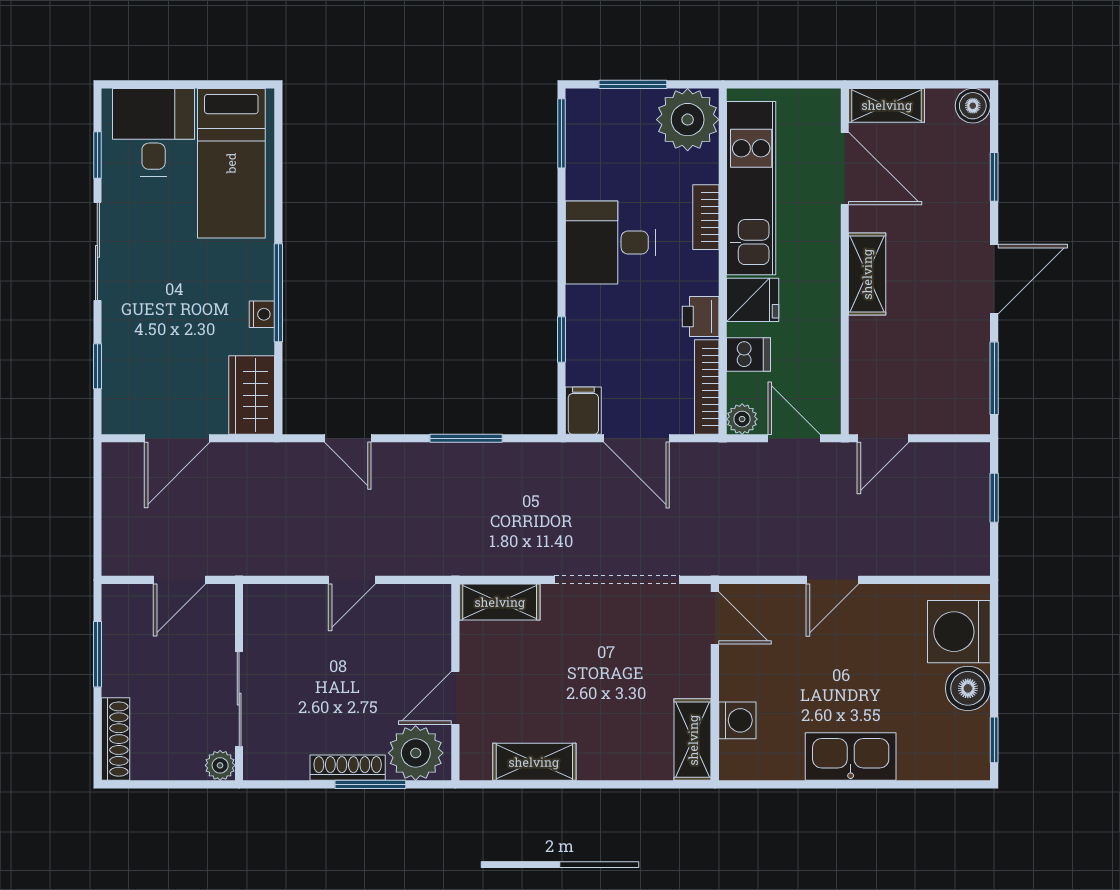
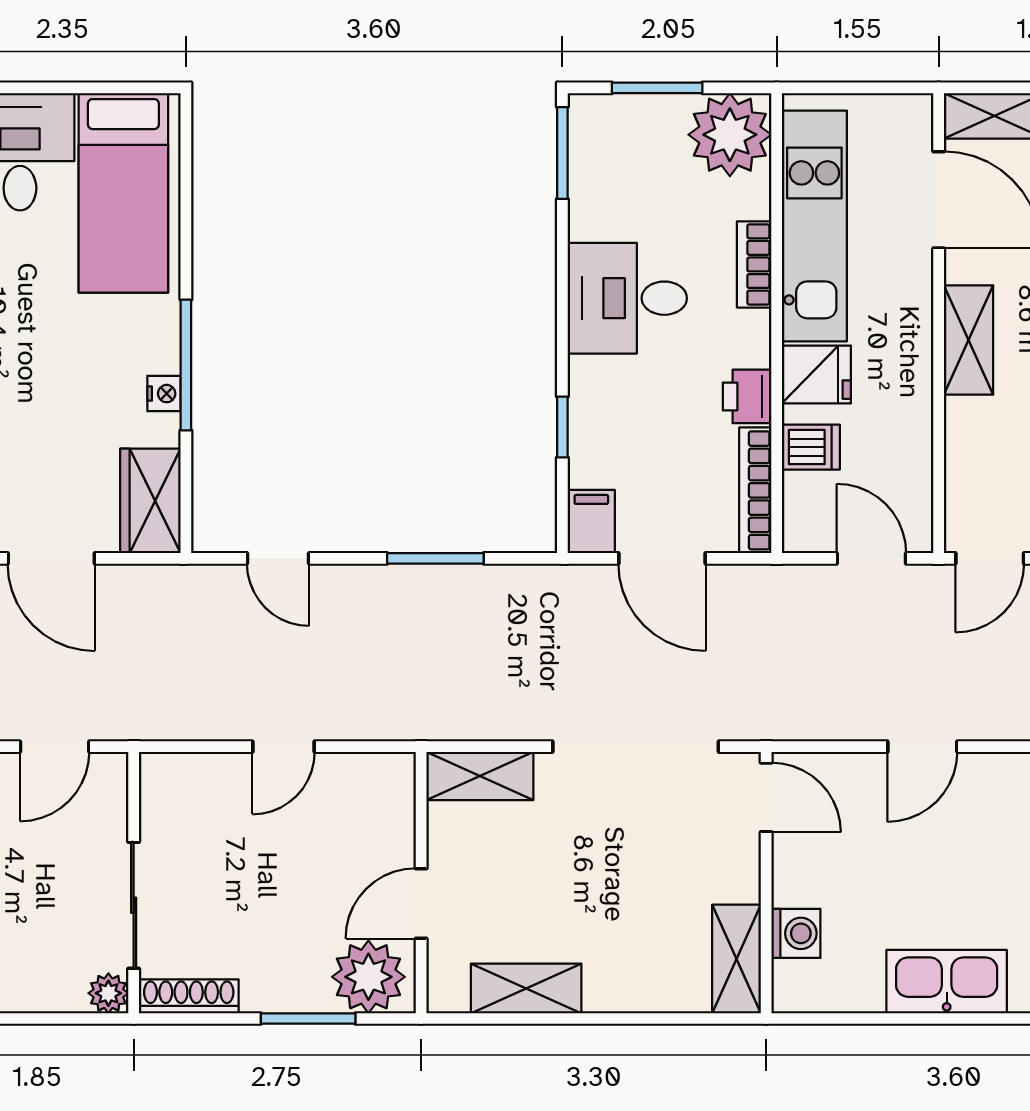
plant: (742, 419) -> (802, 533), removed
door: (177, 438) -> (51, 558), hinge flipped
shoe rack: (348, 768) -> (189, 996), moved

